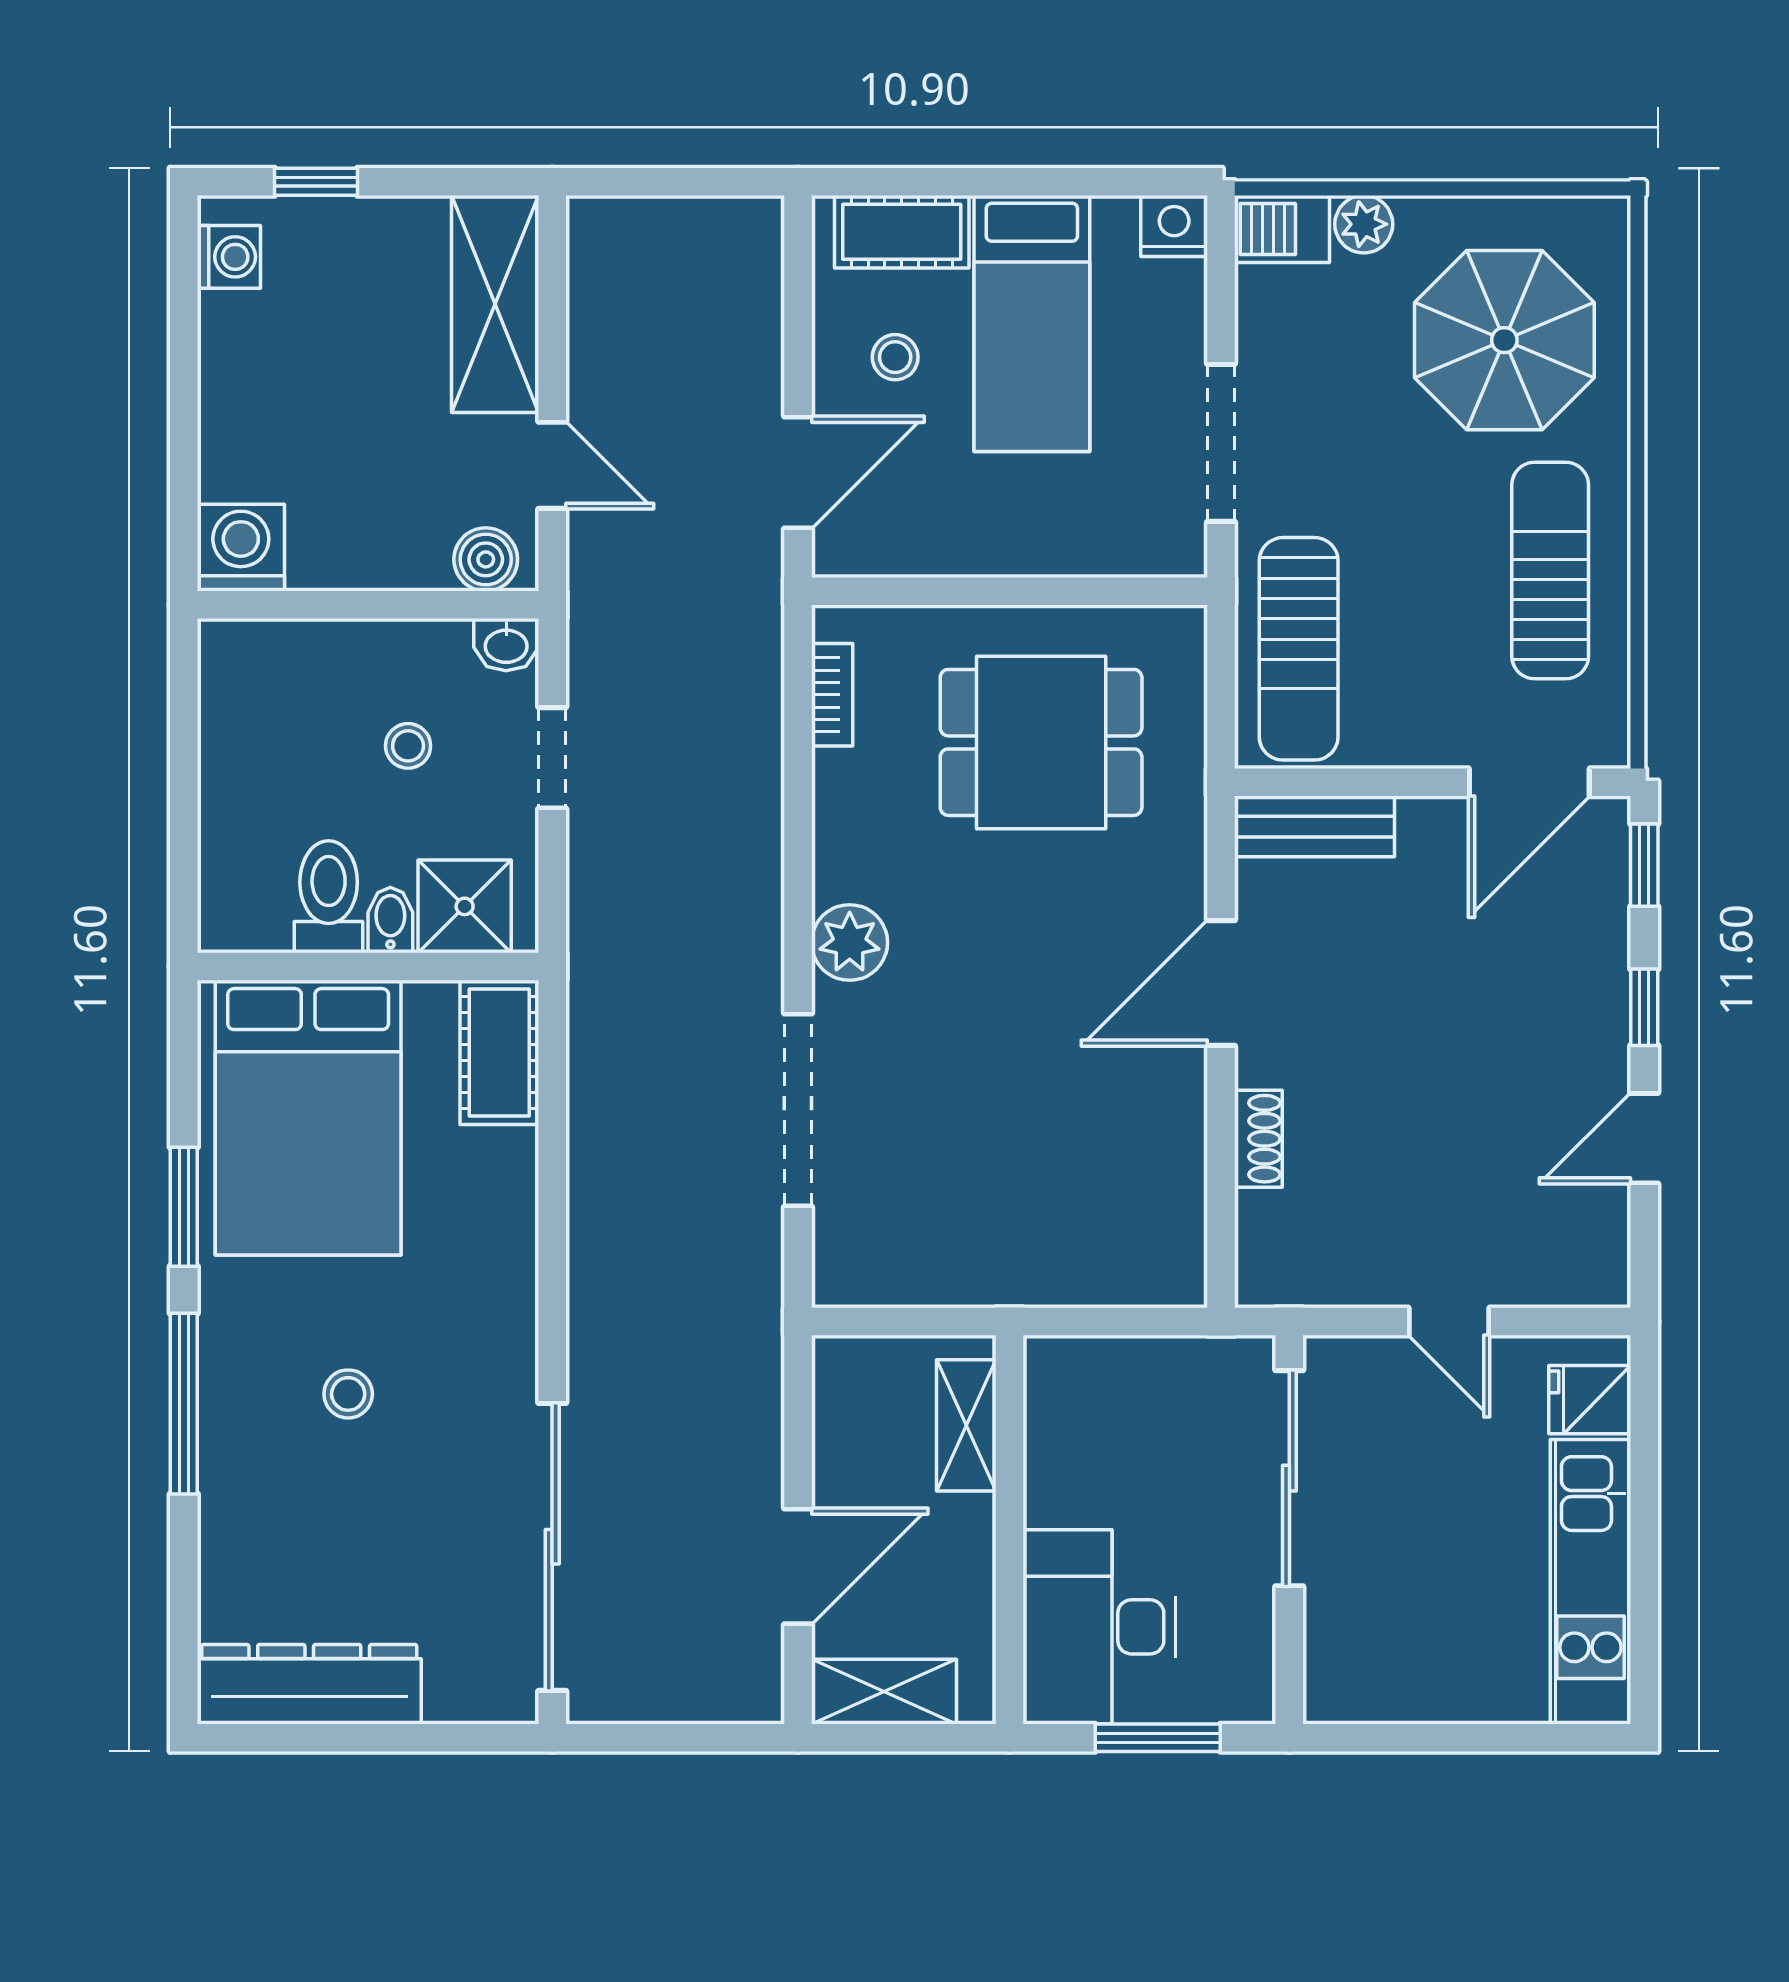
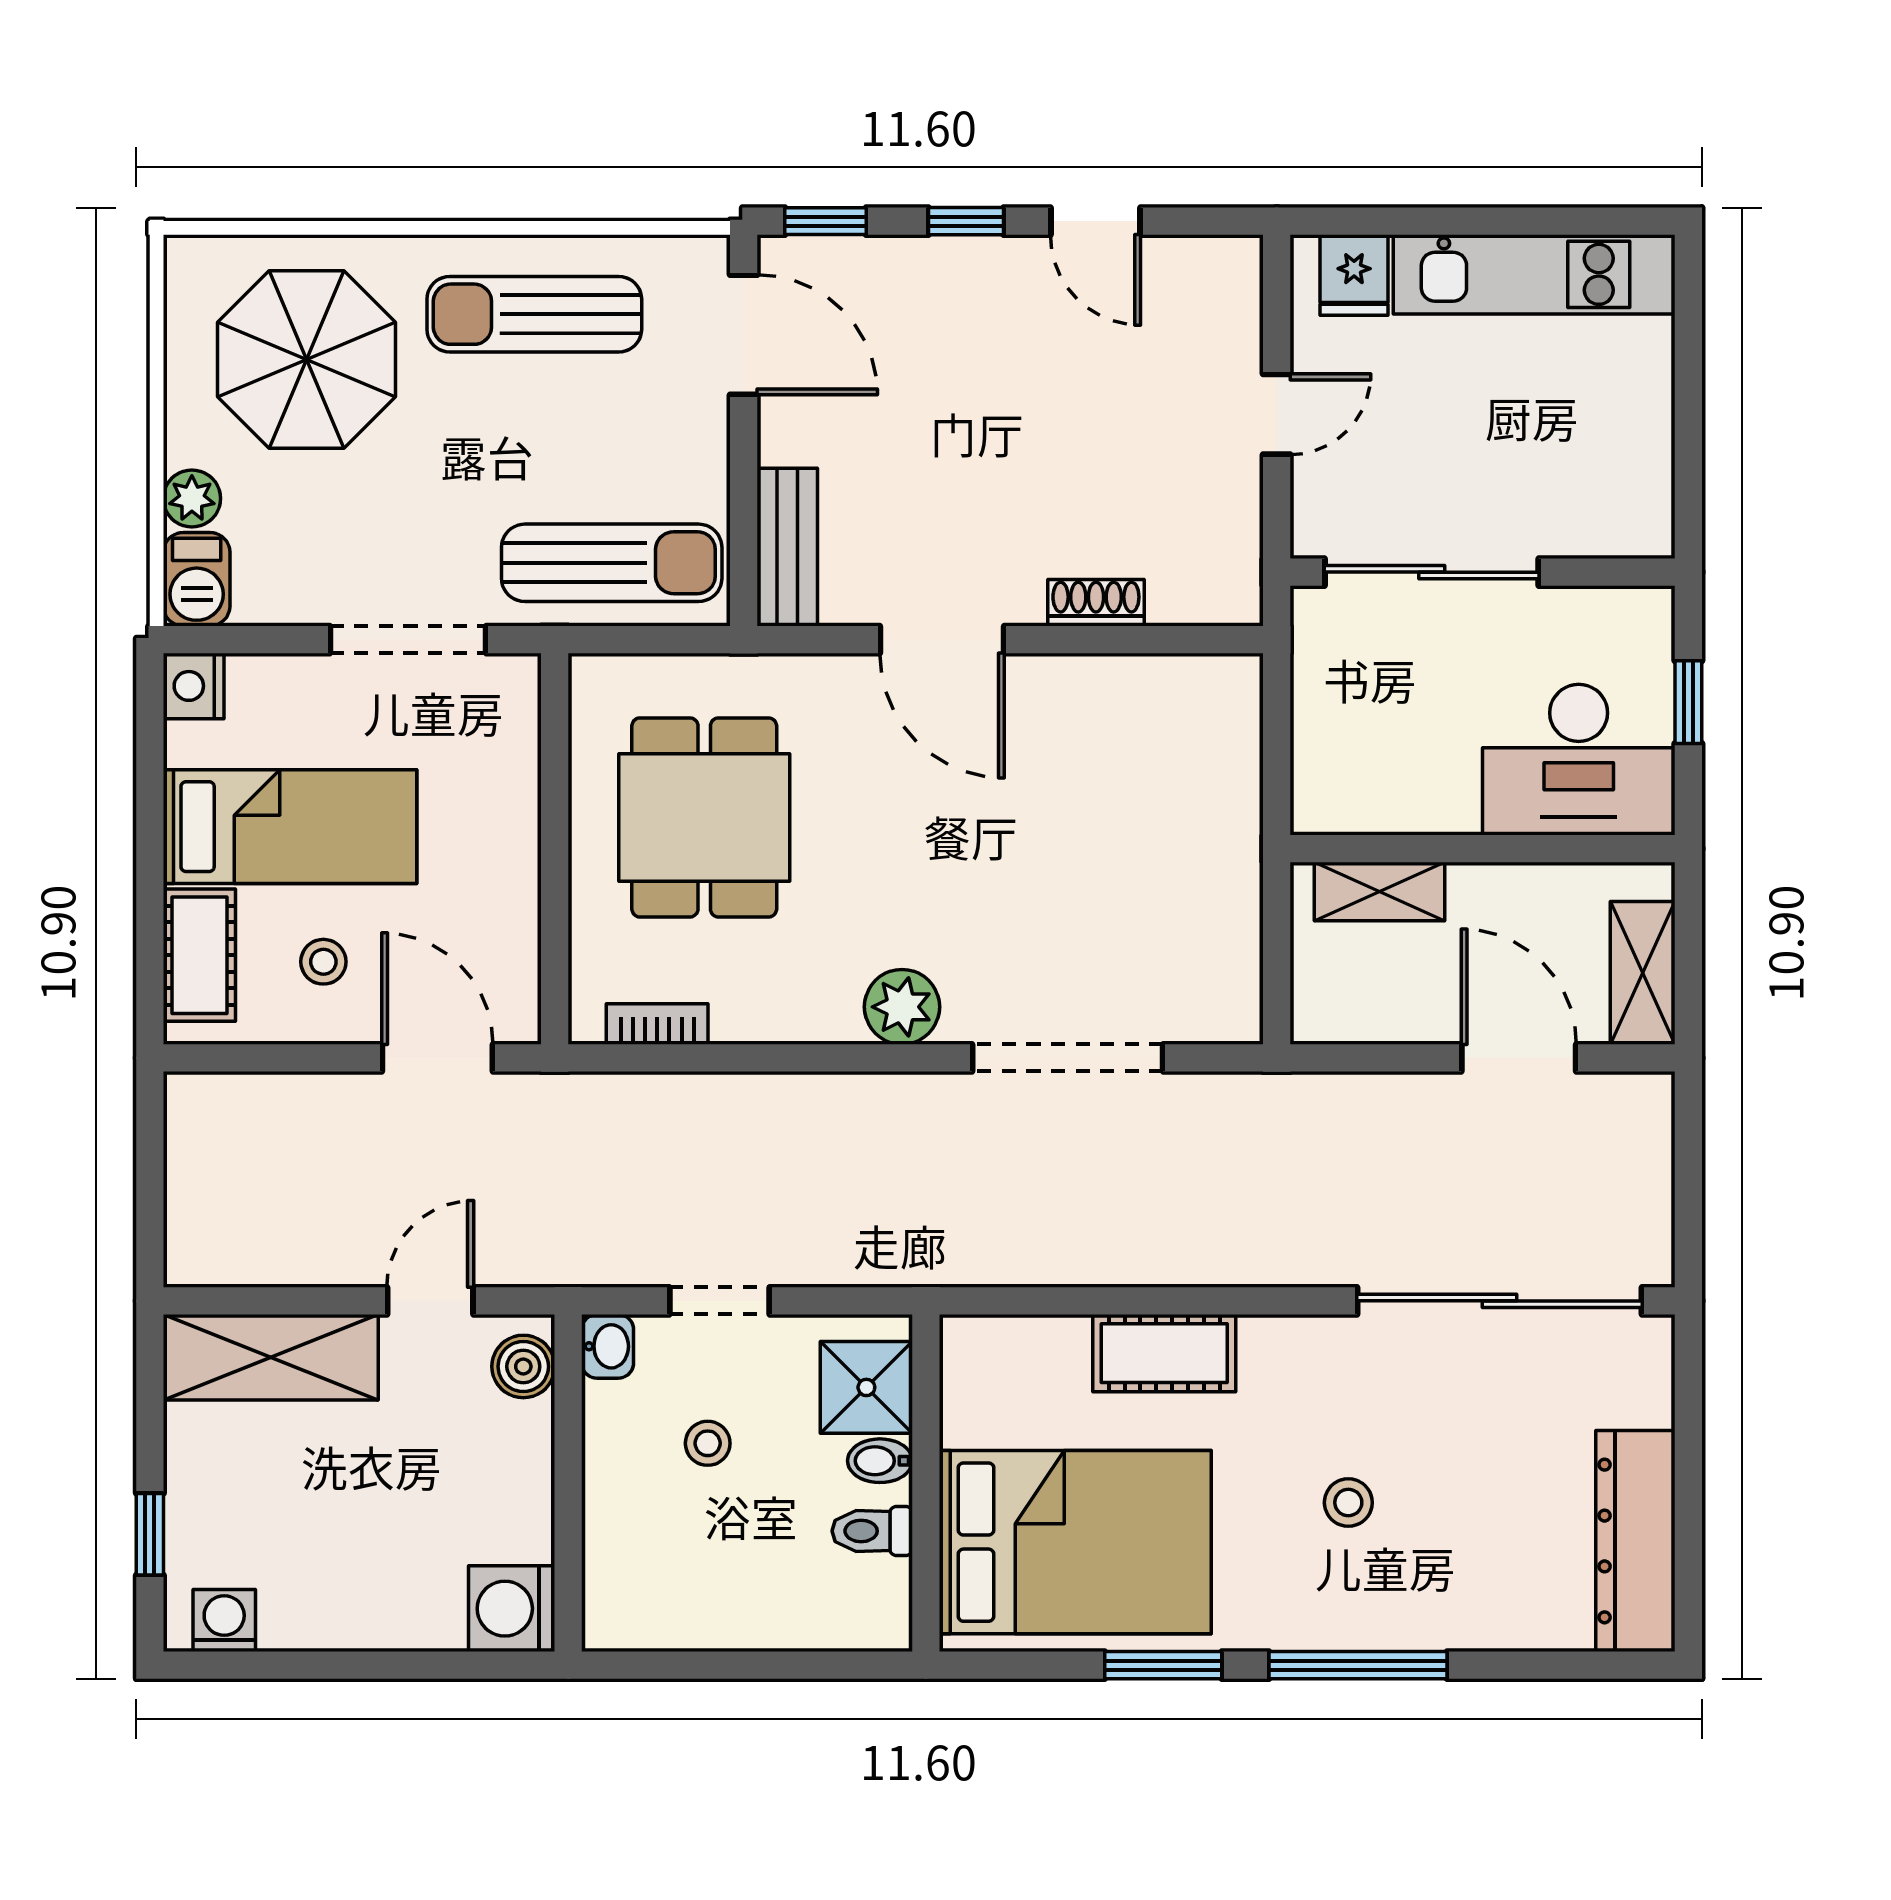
toilet: (329, 897) -> (872, 1531), width x0.73, depth x0.72
cot: (499, 1052) -> (1164, 1353), moved
window: (1158, 1738) -> (1688, 702), width x0.67

